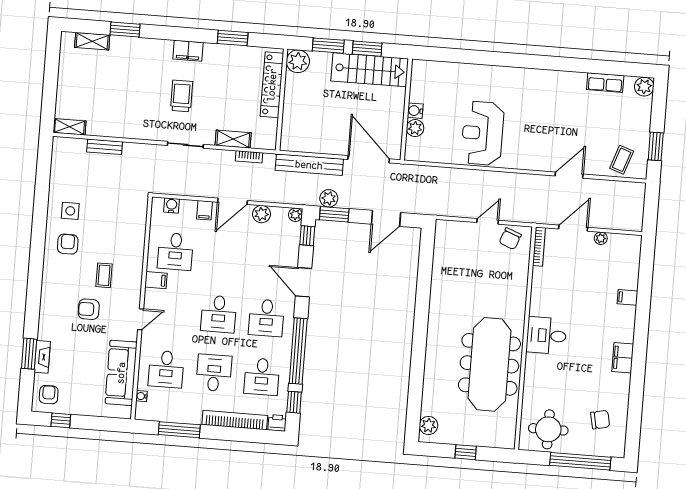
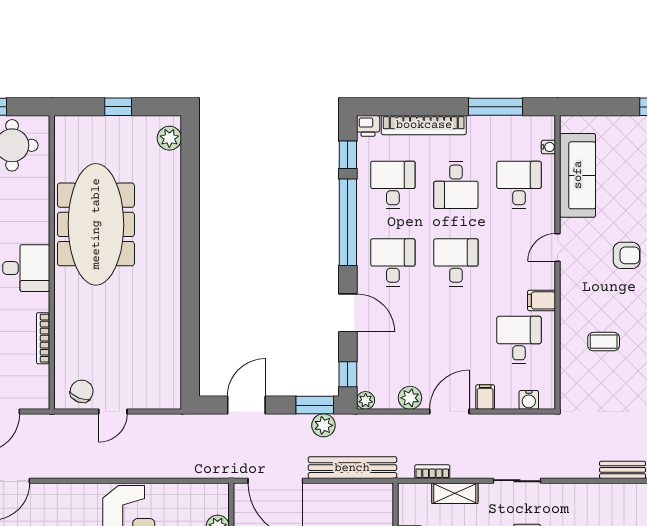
bookcase: (539, 247) -> (43, 338), moved
coffee table: (104, 275) -> (604, 342), moved, turned 90

